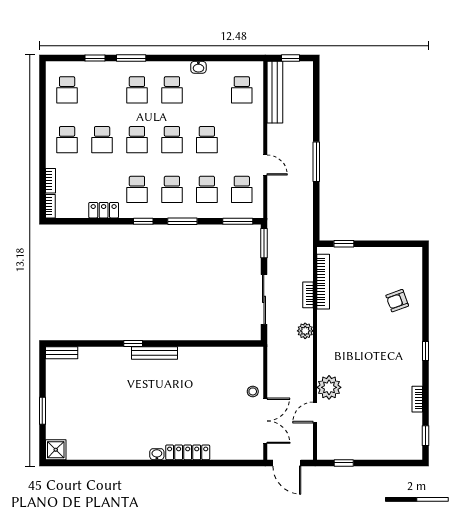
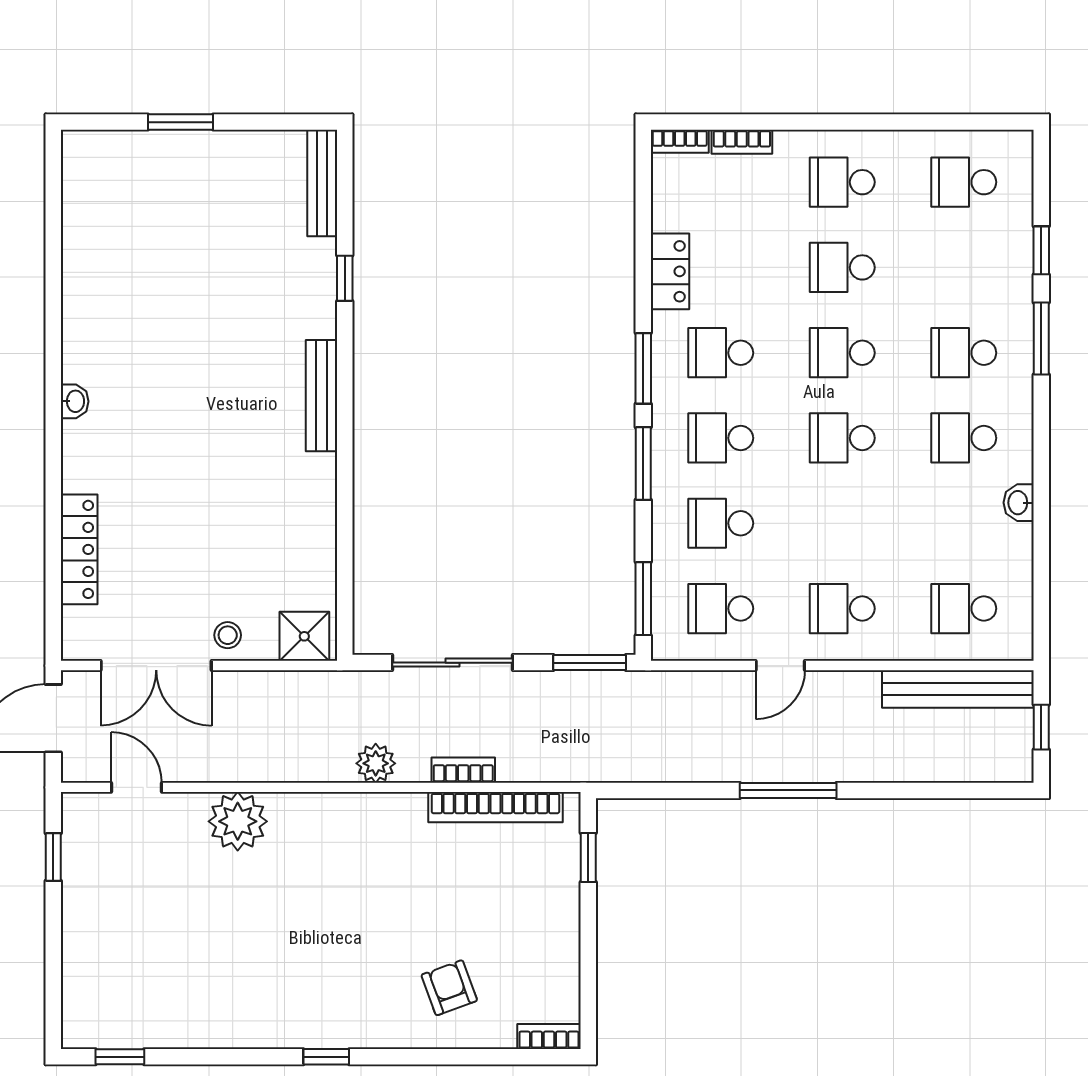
school desk: (207, 140) -> (842, 609), moved
window: (143, 221) -> (643, 368), width x1.50
window: (133, 343) -> (345, 278), moved
bench: (62, 353) -> (322, 183), width x1.36
bookcase: (417, 399) -> (549, 1037), moved
door: (315, 412) -> (137, 787), moved
shower: (56, 450) -> (304, 636), moved
locker: (188, 452) -> (79, 549), moved

